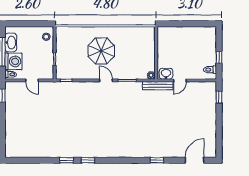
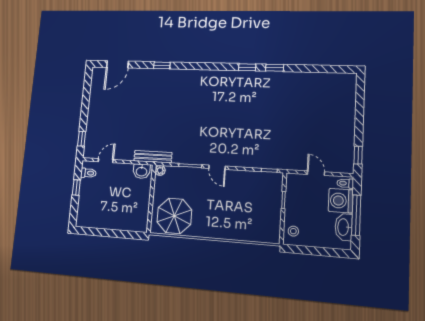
parasol: (101, 51) -> (174, 216), moved
door: (180, 80) -> (106, 161), moved

